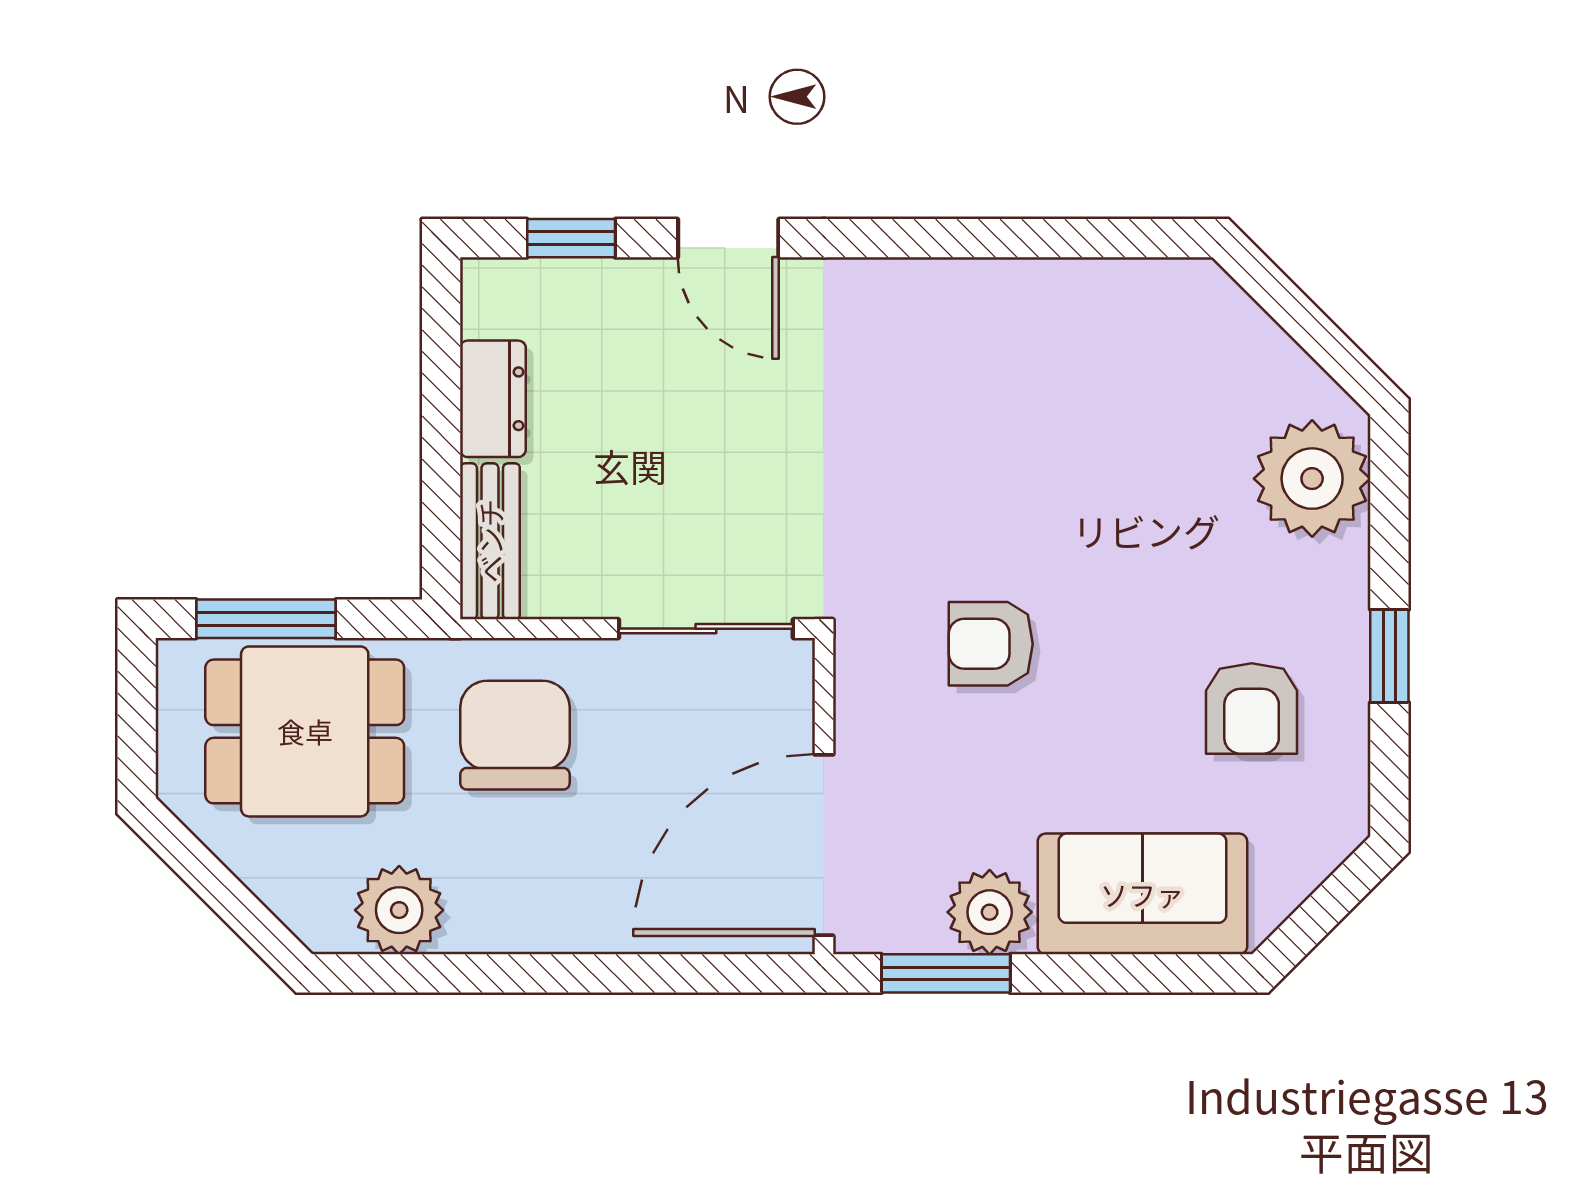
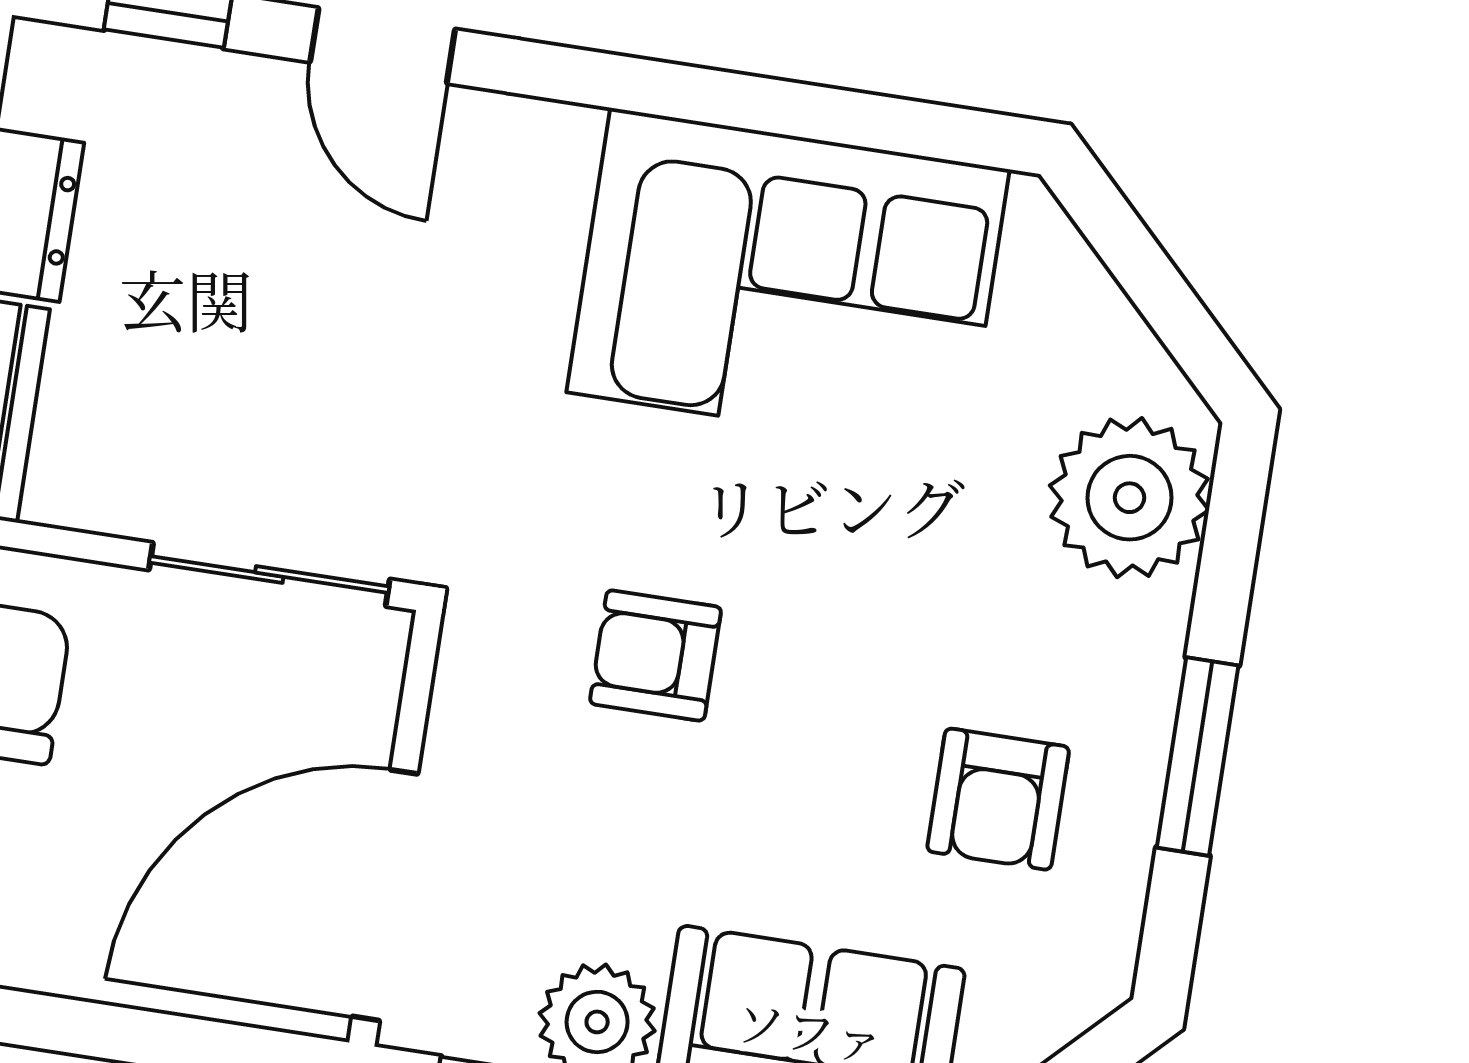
corner sofa: (1044, 361) -> (788, 281), added
window: (1389, 656) -> (1198, 756), width x1.50

